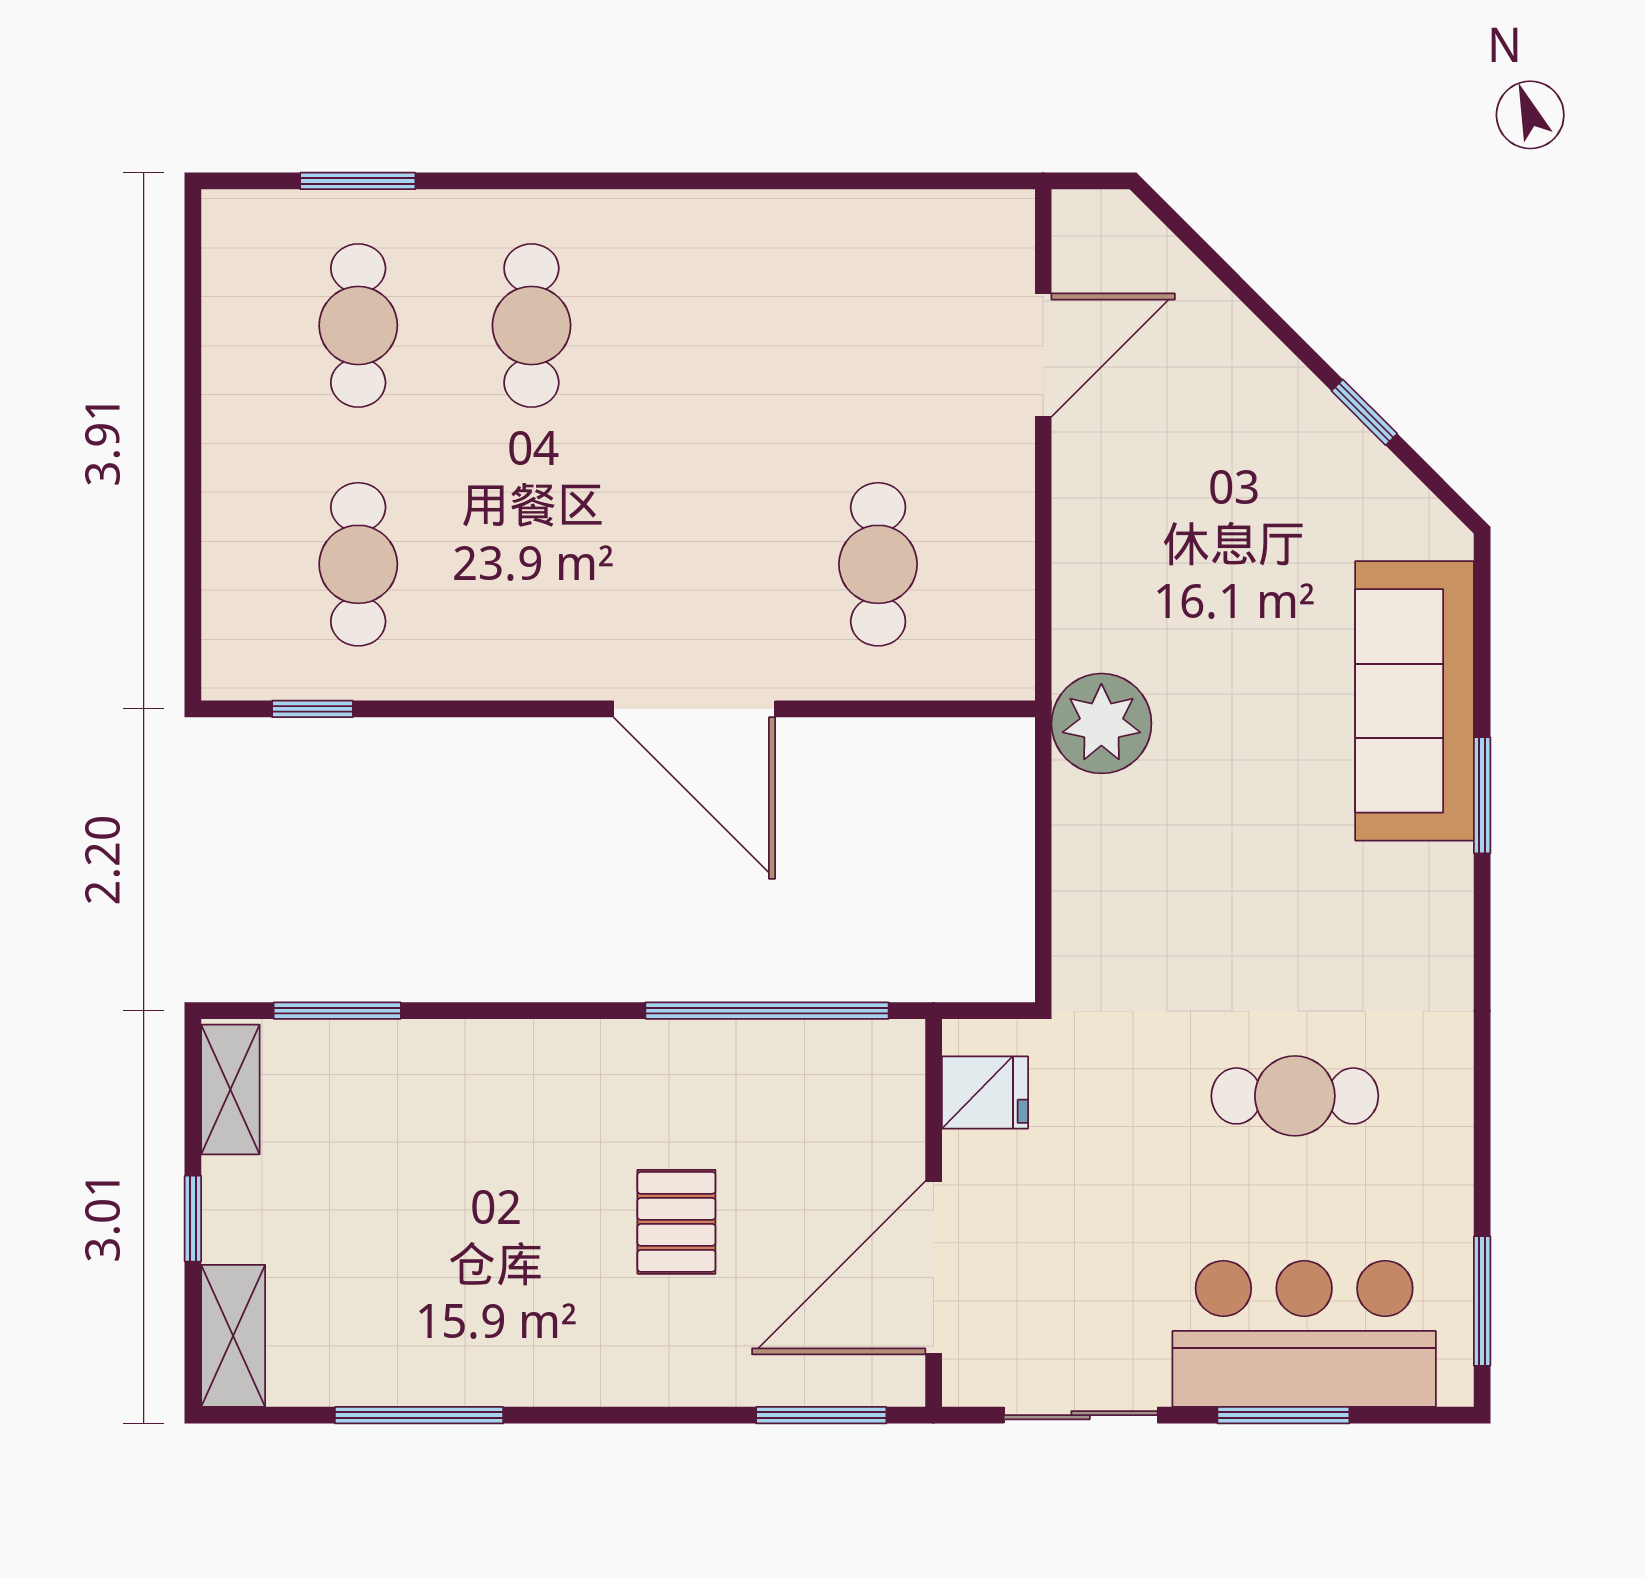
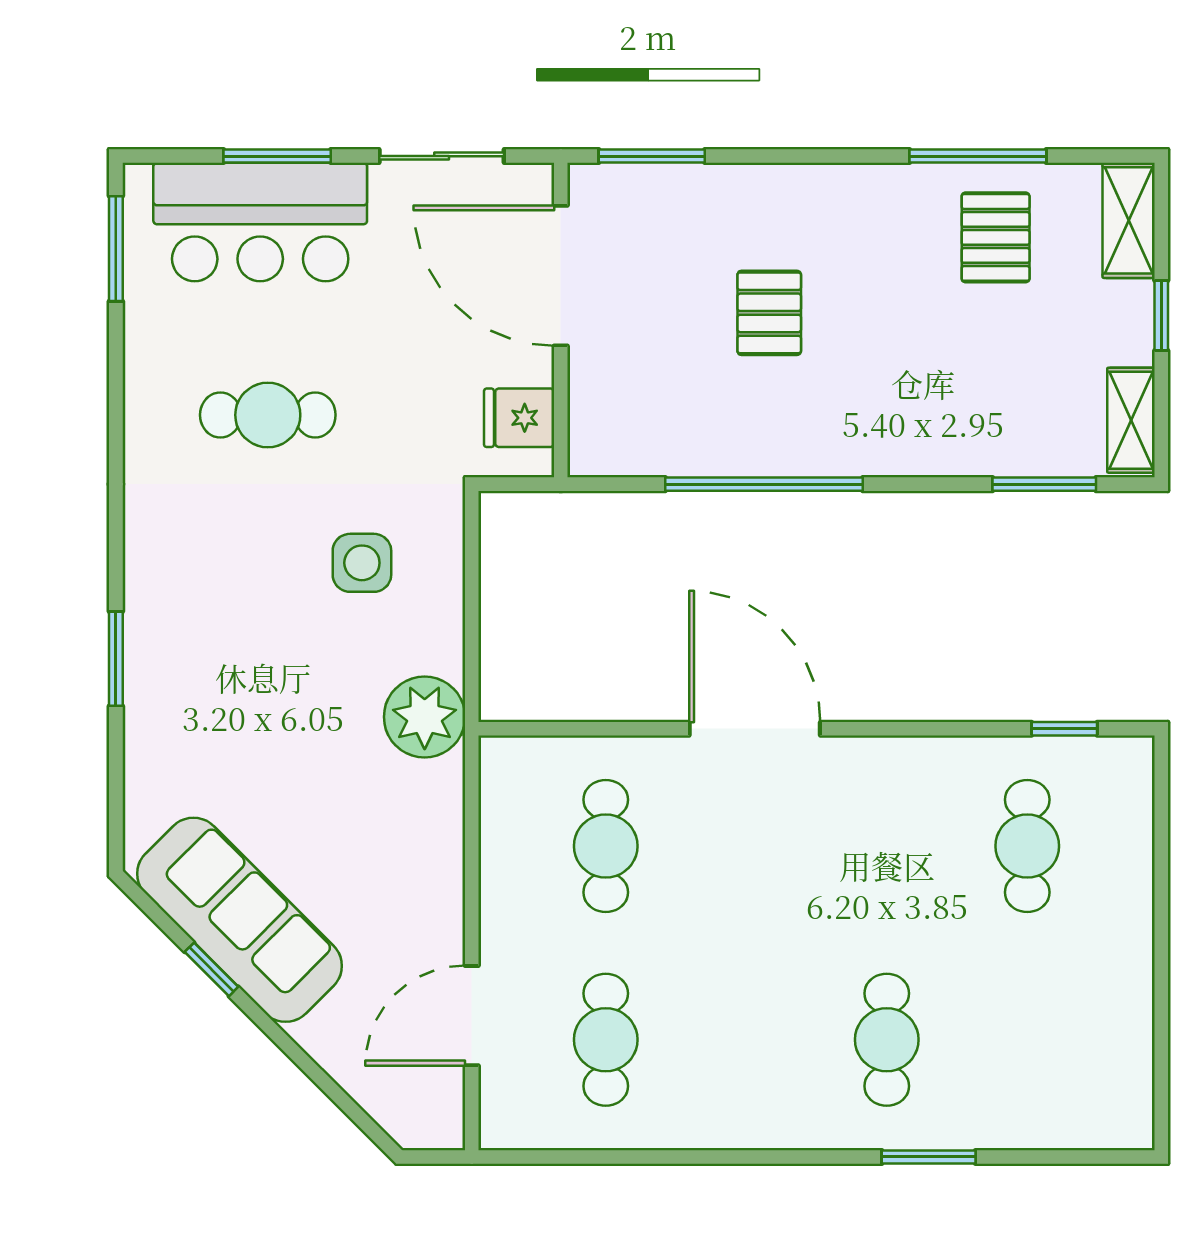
window: (358, 181) -> (929, 1157), moved
cafe table: (358, 325) -> (606, 1040), moved
sofa: (1415, 701) -> (239, 920), moved, turned -45
side table: (1179, 914) -> (362, 563), added
window: (767, 1011) -> (764, 484), moved
door: (934, 1268) -> (561, 276), swing flipped
pallet: (397, 1315) -> (996, 237), added

